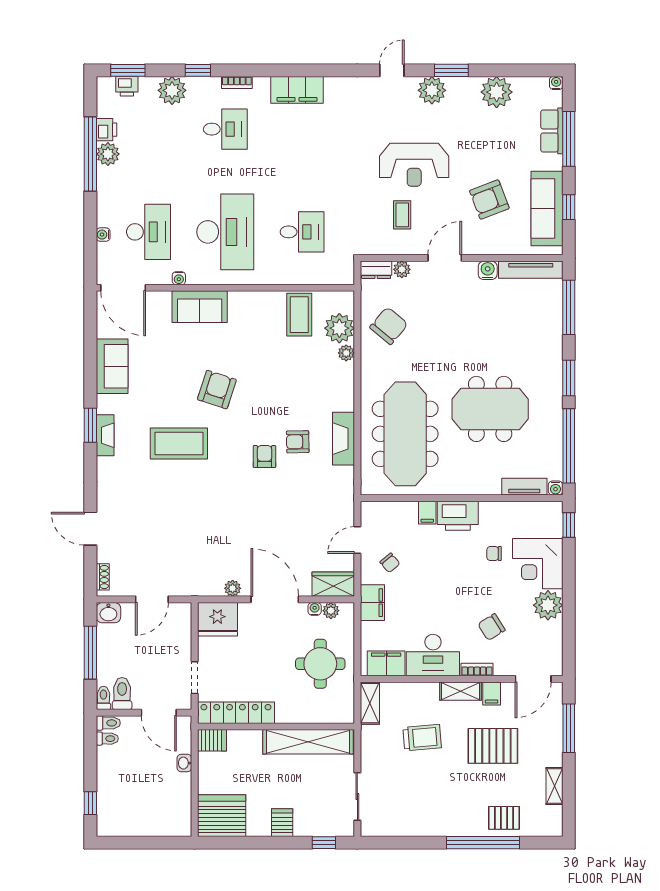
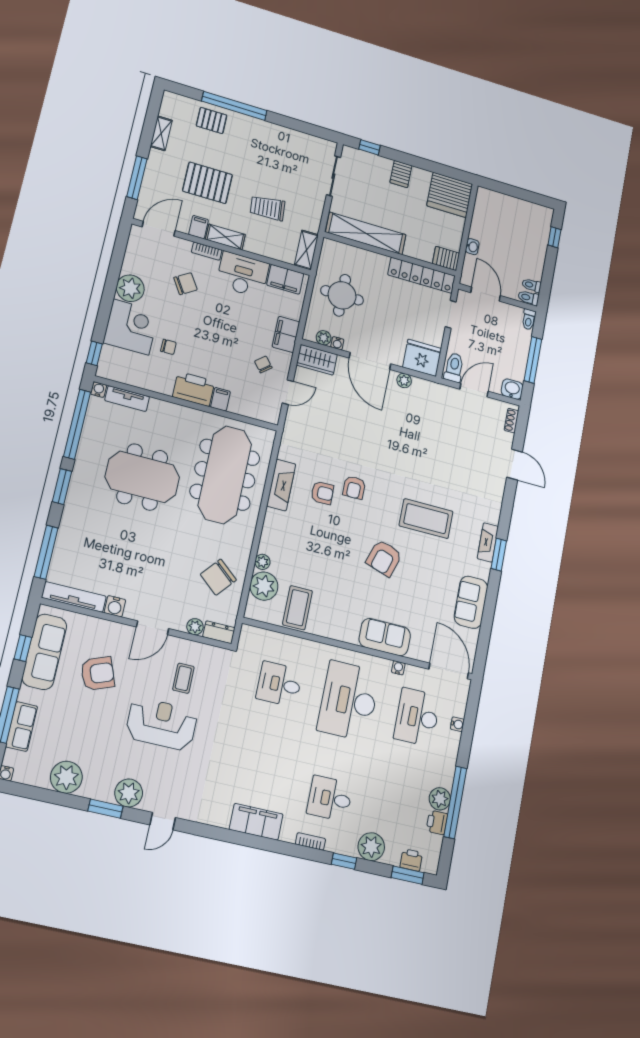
toilet: (122, 693) -> (454, 368), moved, turned 180

